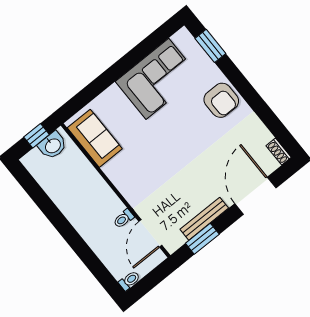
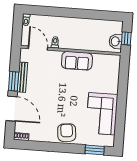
armchair: (221, 100) -> (67, 133), turned 84
sofa: (95, 138) -> (77, 61), moved
window: (202, 239) -> (14, 81), moved

